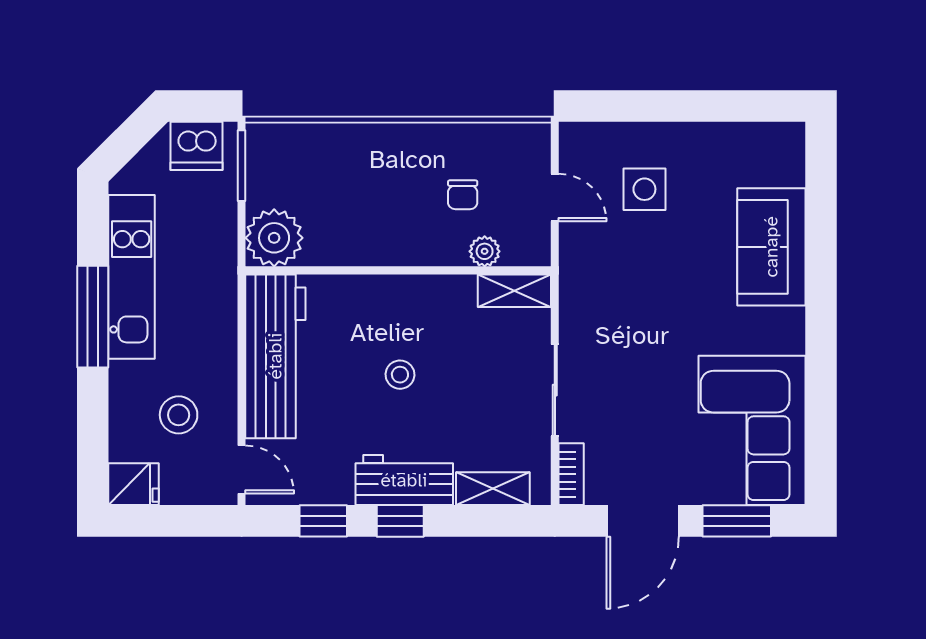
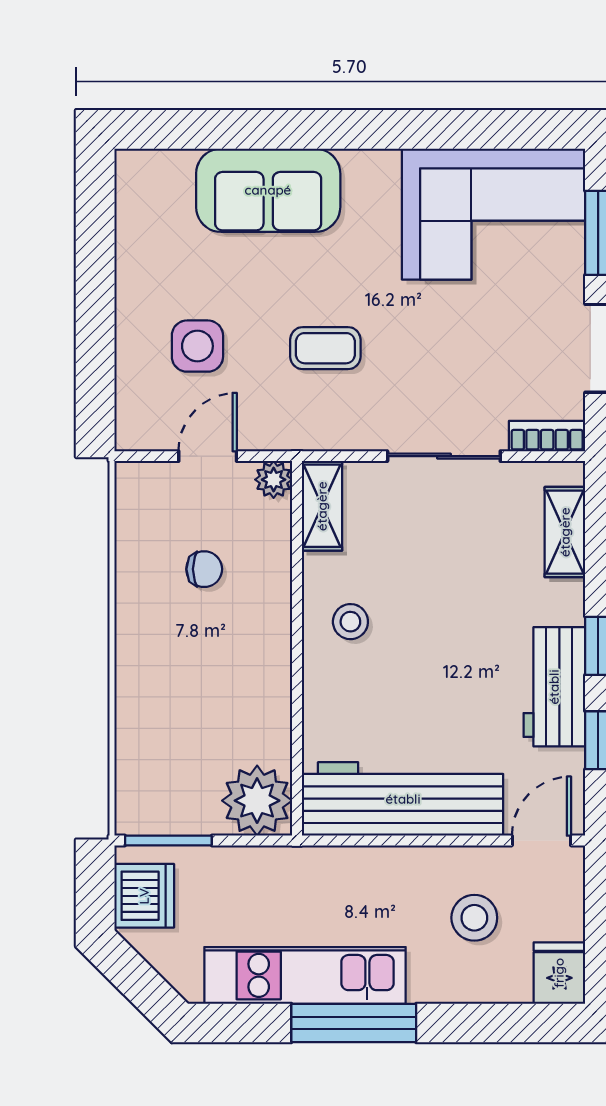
plant: (485, 251) -> (274, 480), moved
coffee table: (643, 294) -> (325, 348), added
stool: (400, 375) -> (350, 622), moved
workbench: (404, 480) -> (554, 687), moved

